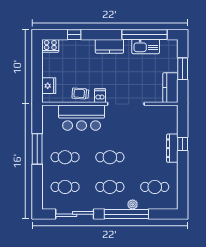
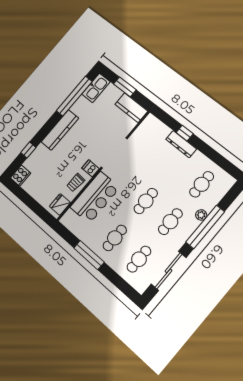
kitchen counter: (109, 46) -> (60, 130), width x1.50
kitchen sink: (146, 47) -> (96, 88), moved
fridge: (49, 86) -> (60, 204), moved, turned -90

